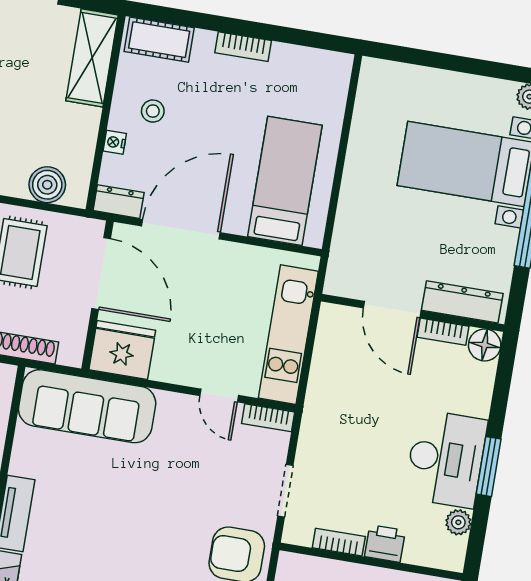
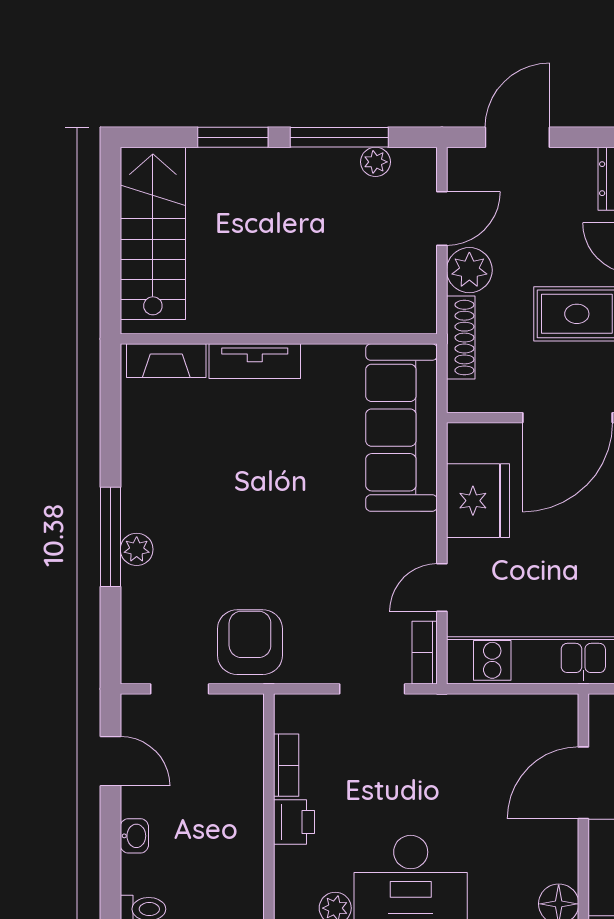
bookcase: (443, 332) -> (566, 850), removed
fridge: (122, 350) -> (478, 501), moved
doorway: (285, 491) -> (372, 689), moved

